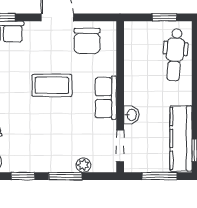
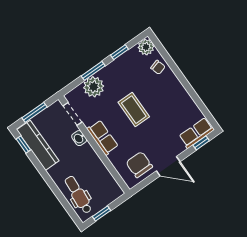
coffee table: (52, 85) -> (134, 110), moved, turned 90
plant: (83, 165) -> (94, 87), width x1.88, depth x1.88

